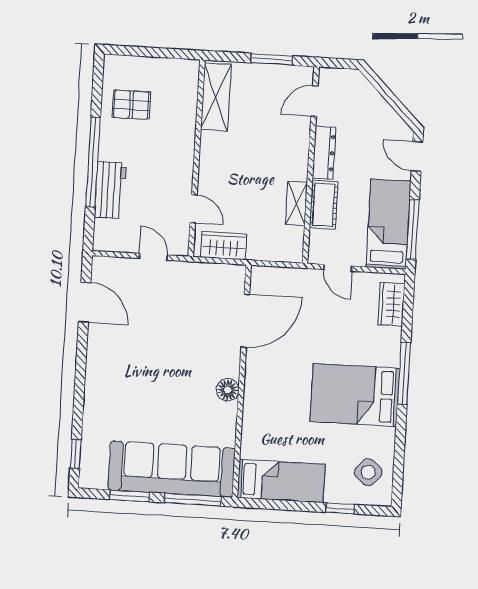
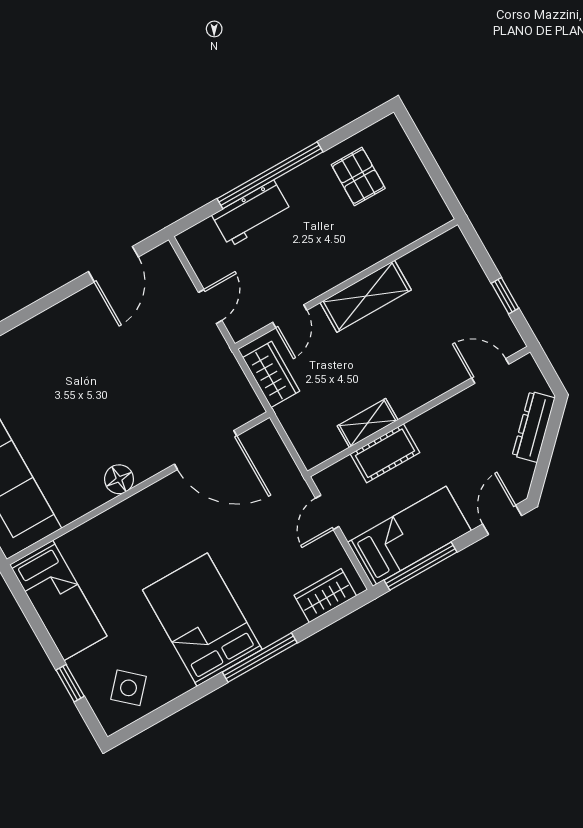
window: (272, 59) -> (505, 296), width x0.67
shelving: (216, 97) -> (366, 296), moved
dresser: (324, 153) -> (534, 427), moved, turned 135

